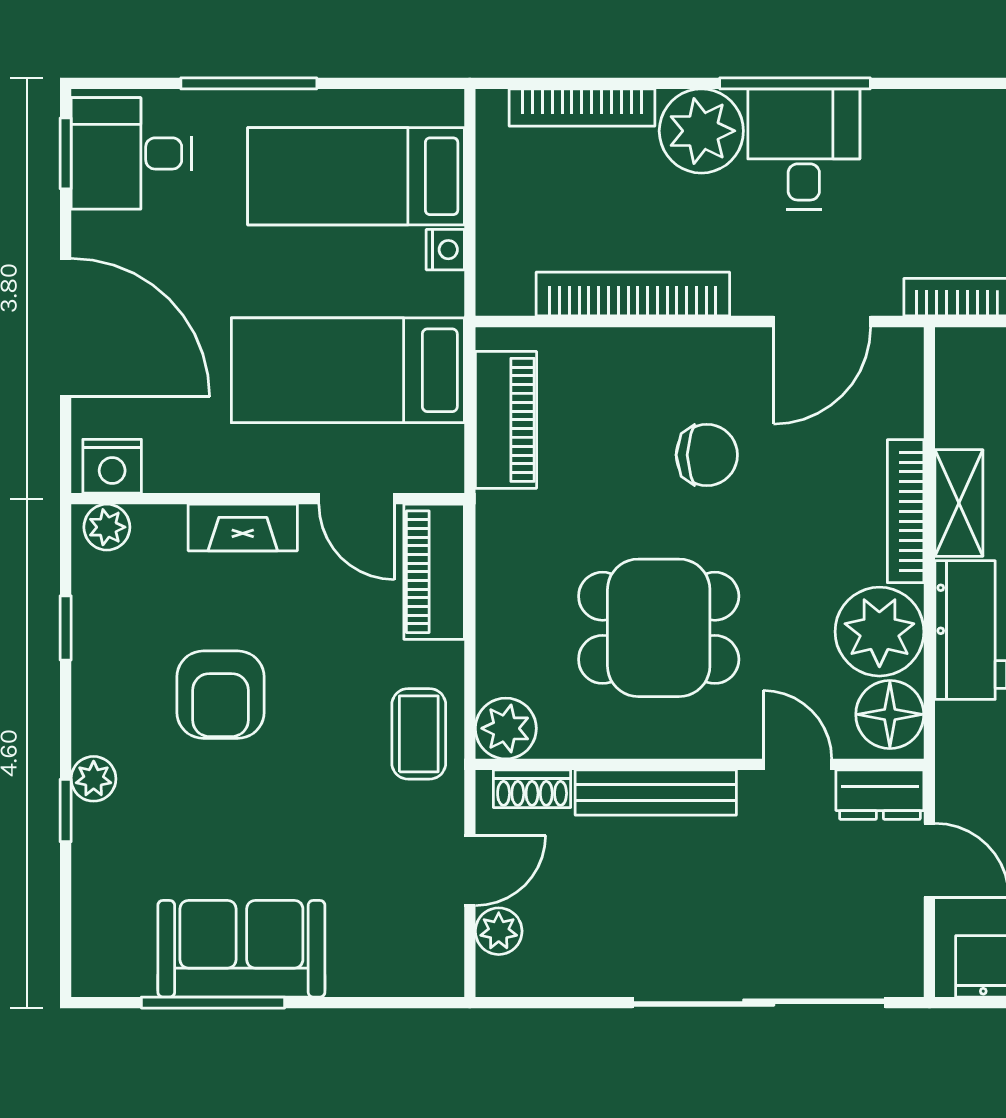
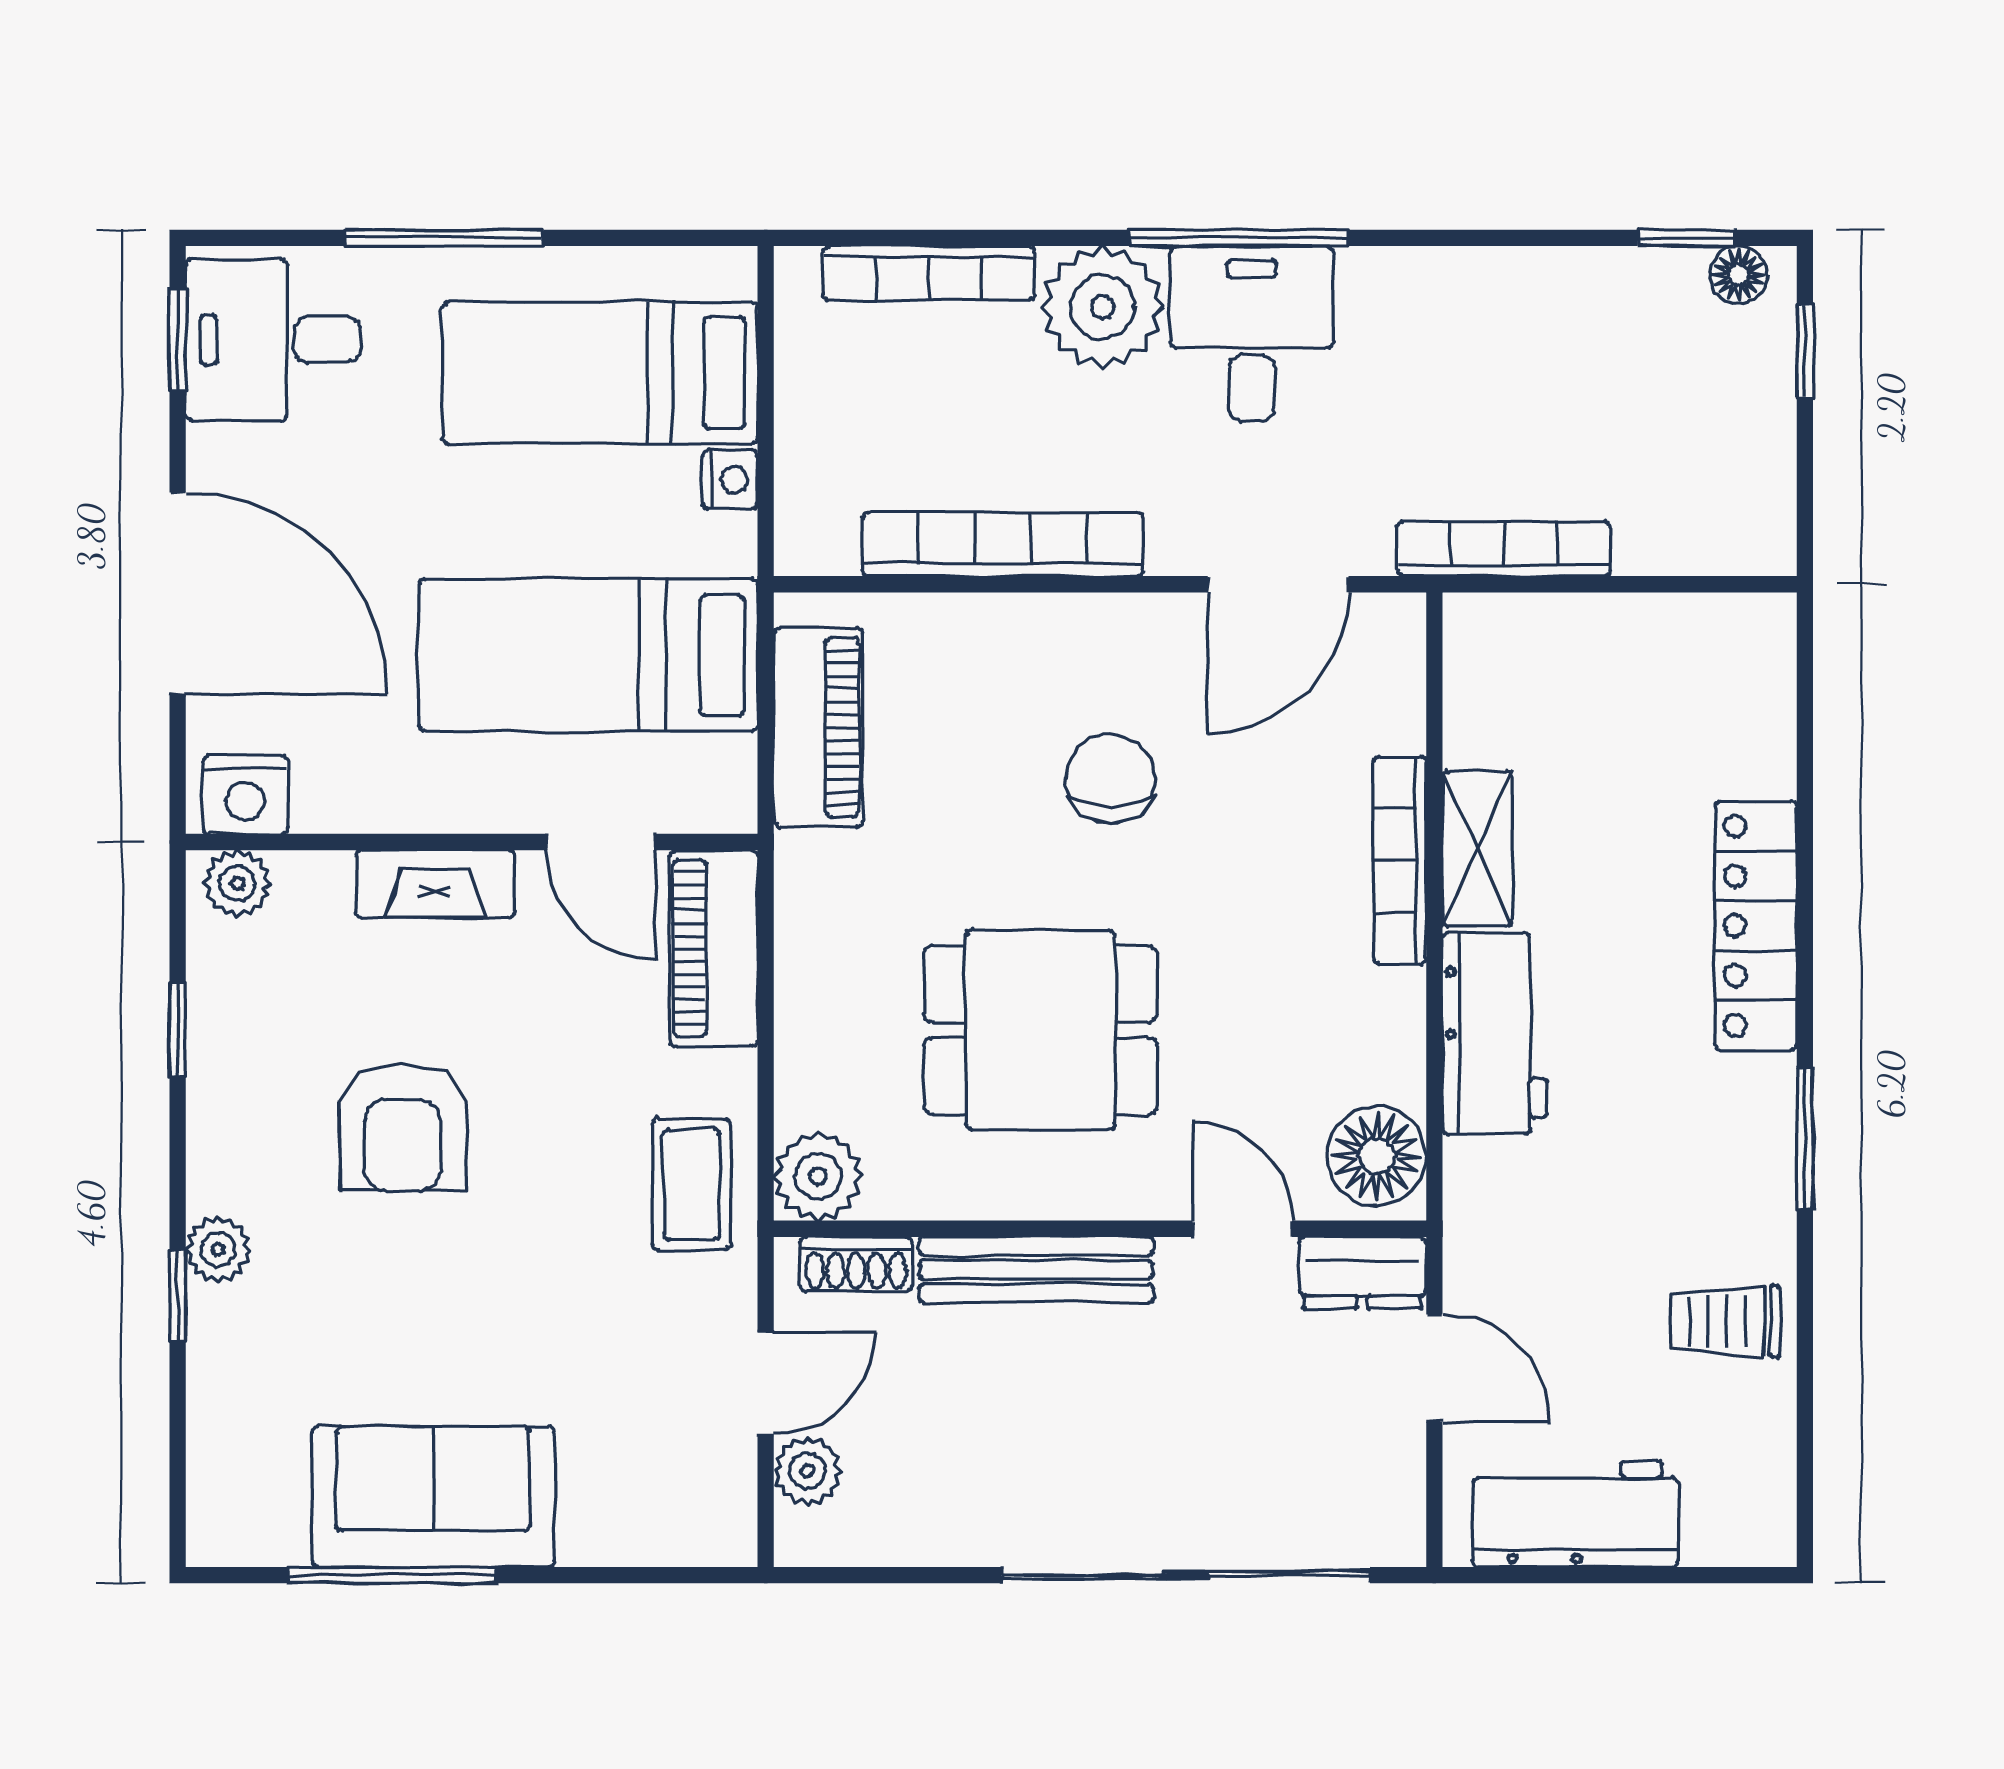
chair: (707, 455) -> (1110, 778), turned -90
plant: (879, 632) -> (1362, 1035), removed

